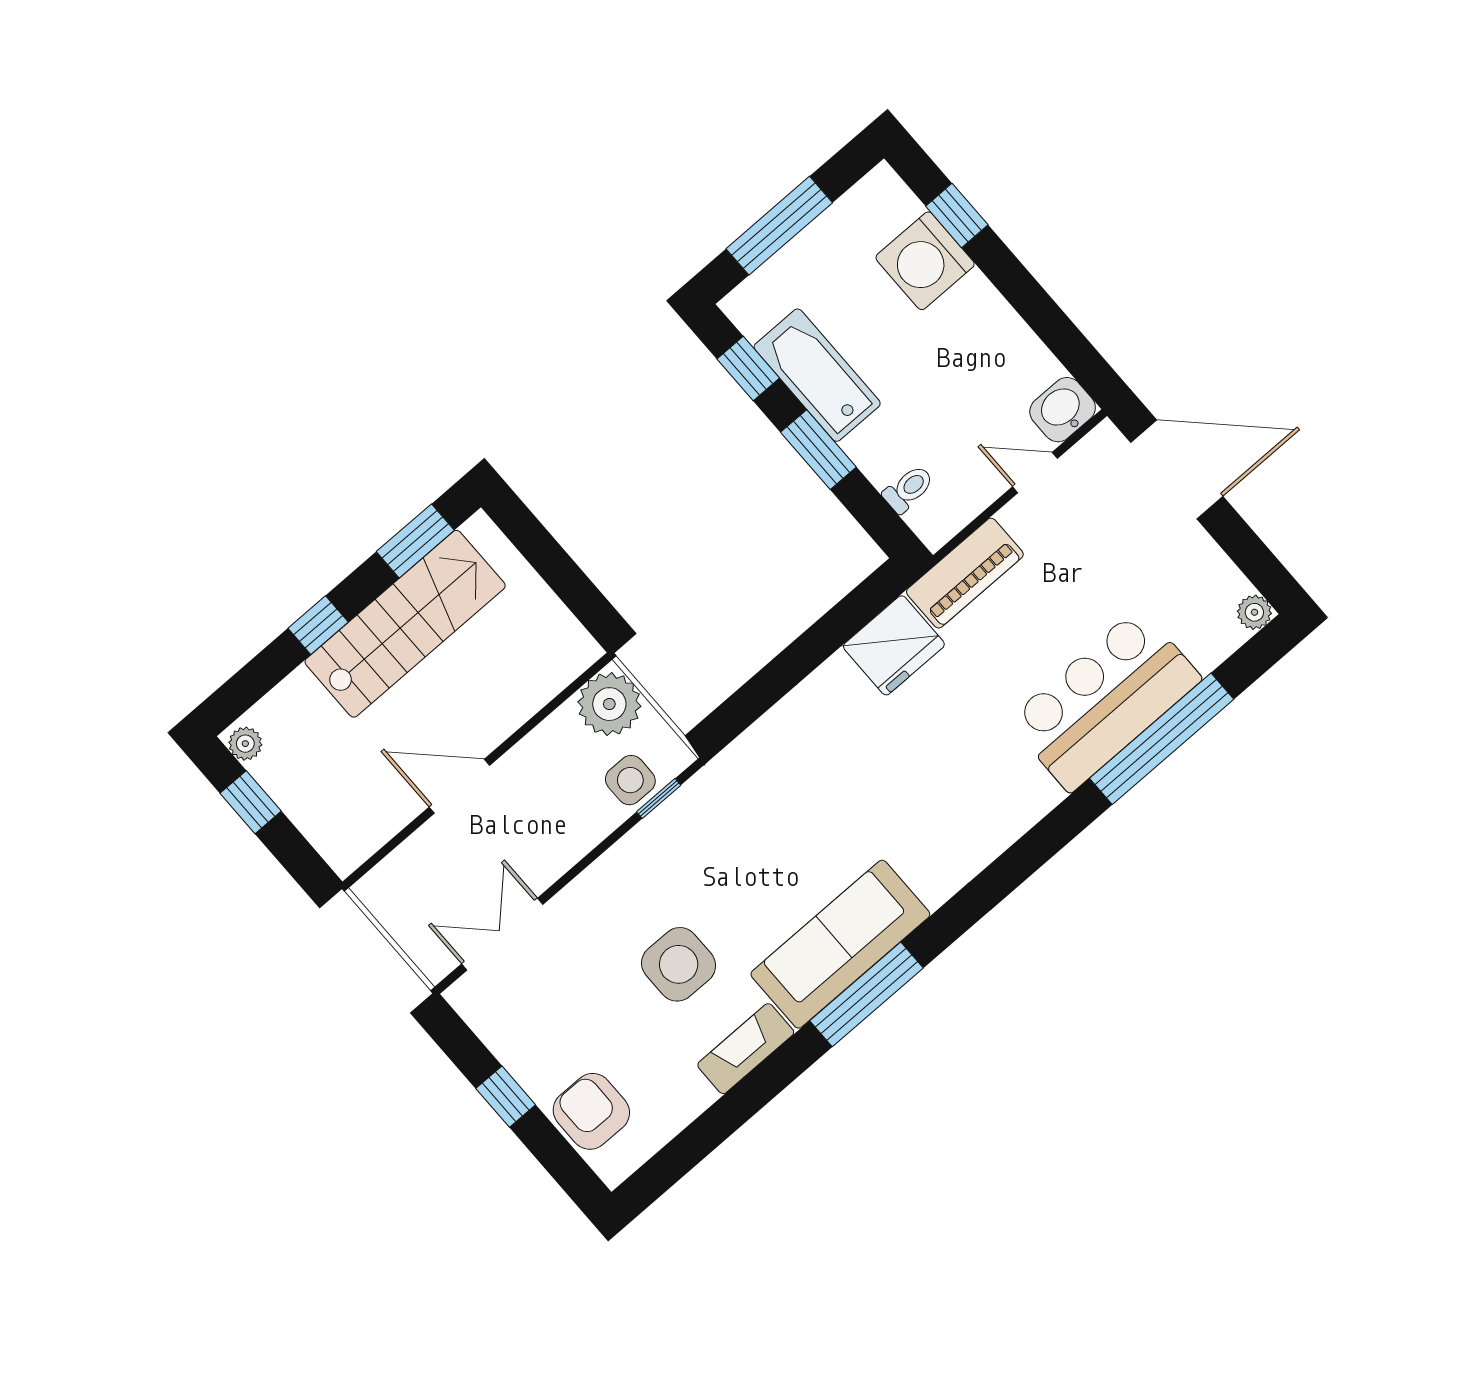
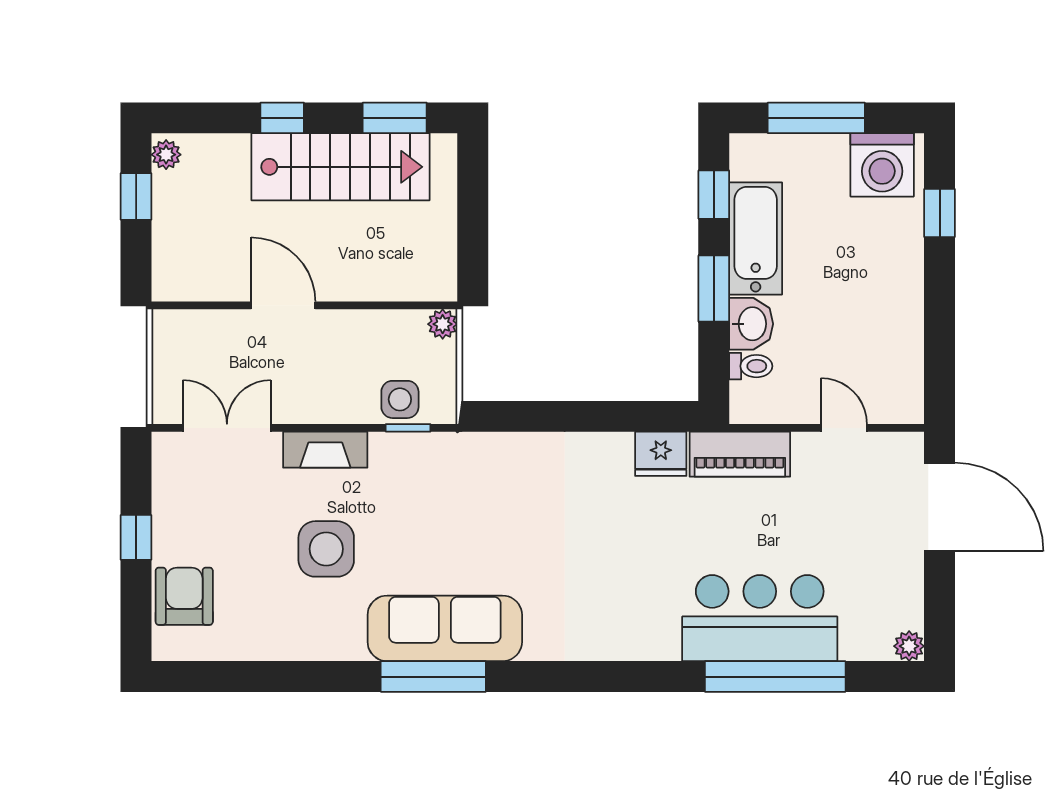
washing machine: (925, 261) -> (882, 165), moved, turned -90
washbasin: (1063, 410) -> (751, 324), moved, turned 90
fridge: (894, 645) -> (661, 454), width x0.73, depth x0.75
plant: (609, 704) -> (443, 324), width x0.53, depth x0.53
fireplace: (746, 1049) -> (325, 450), moved, turned 180

